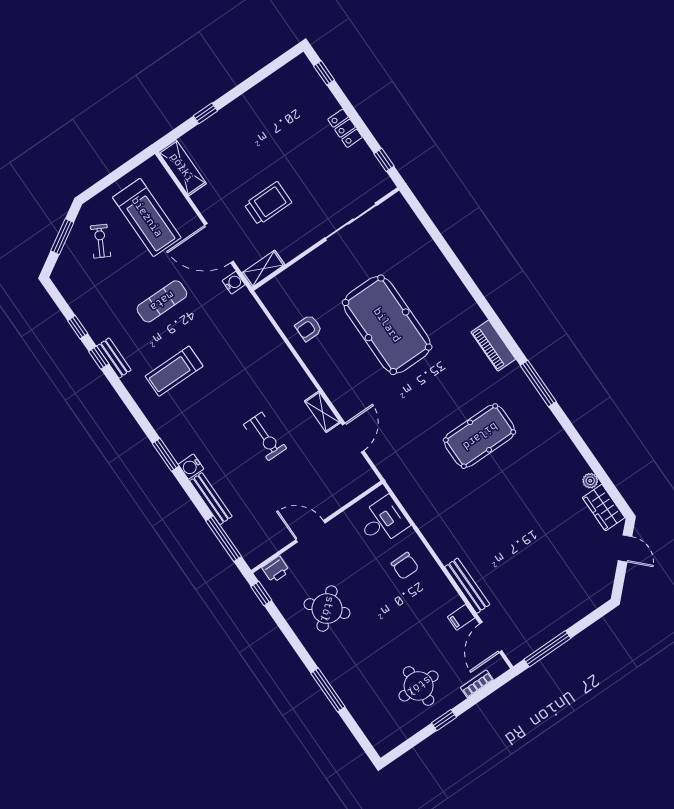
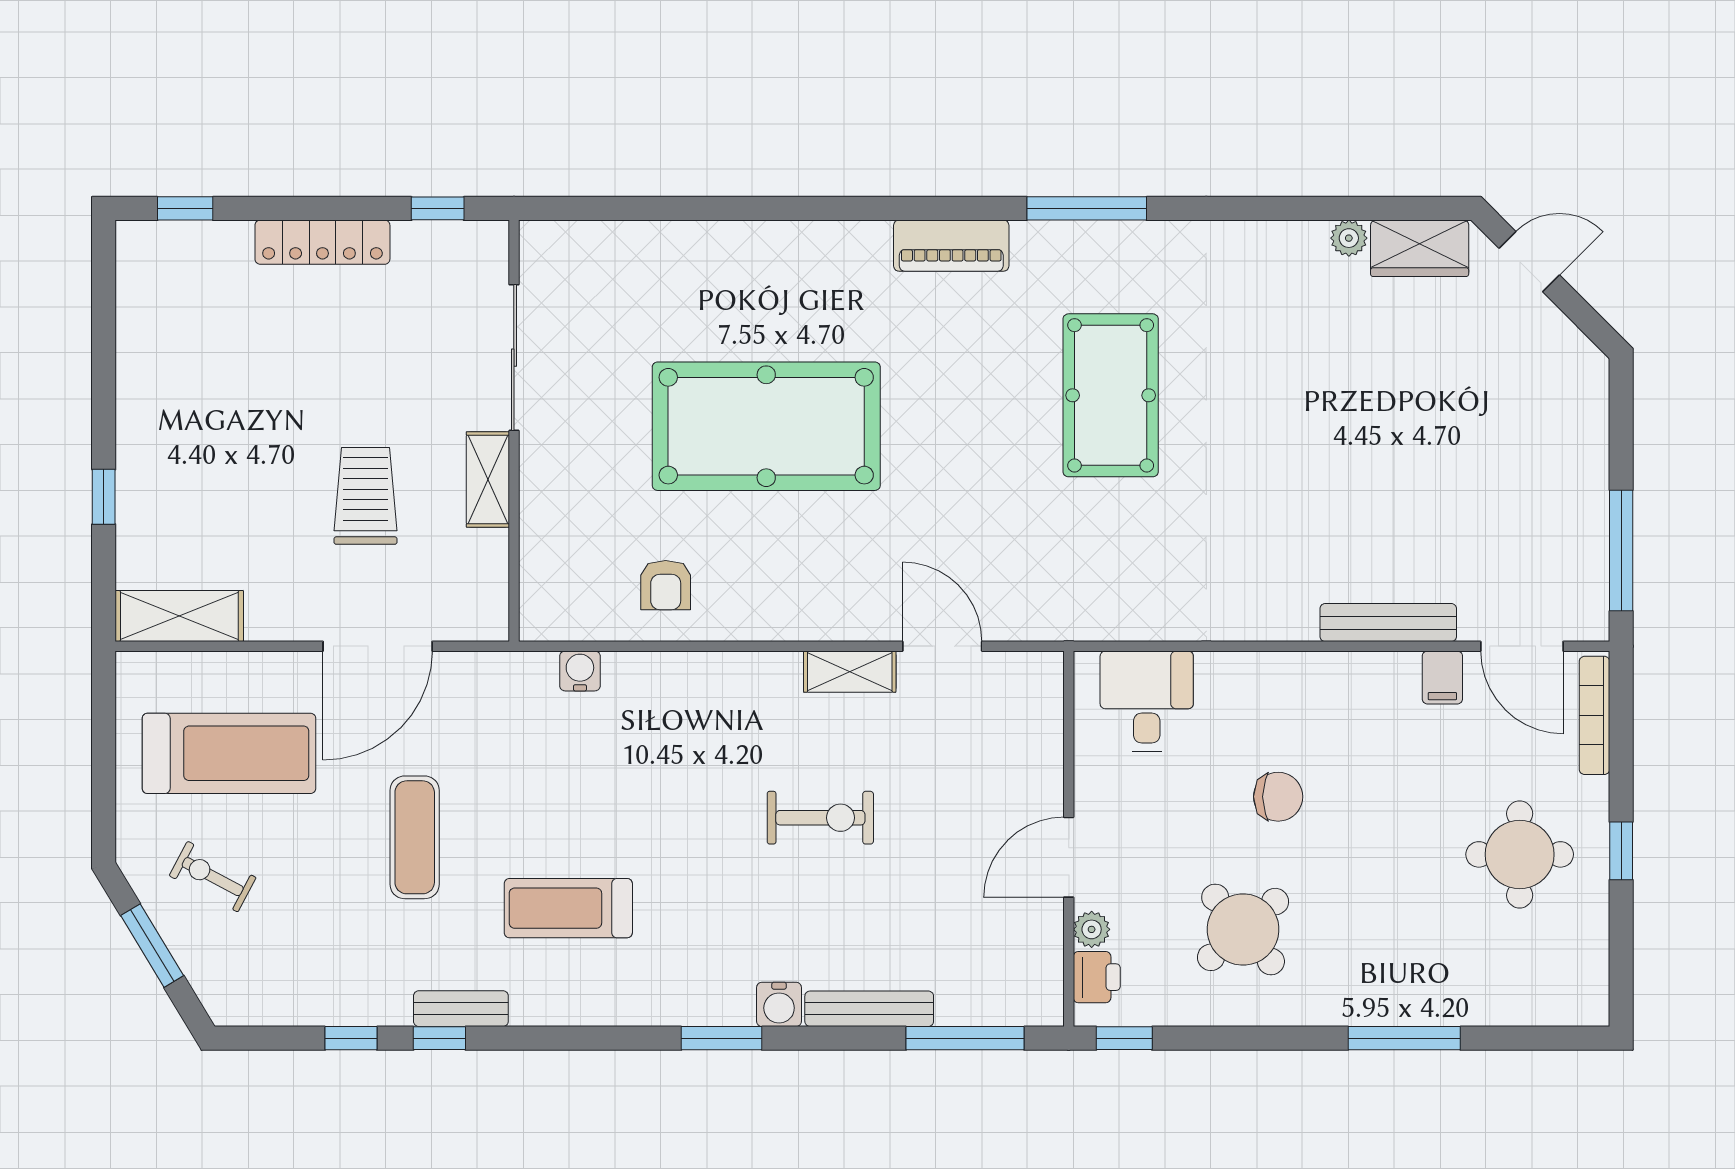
locker: (345, 128) -> (322, 242), width x1.53
shelving: (263, 269) -> (488, 479), moved
water cooler: (234, 283) -> (580, 671), moved
treadmill: (174, 371) -> (568, 908), turned 90
plant: (291, 556) -> (1092, 929), added
chair: (405, 566) -> (1278, 797), moved
bookcase: (477, 684) -> (1594, 715), width x1.56

